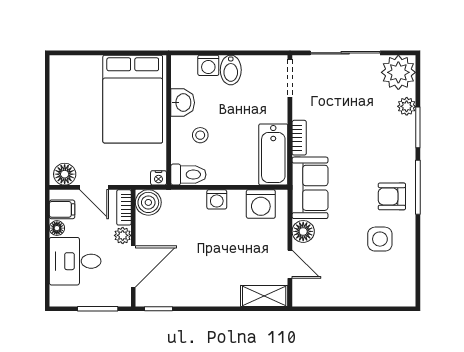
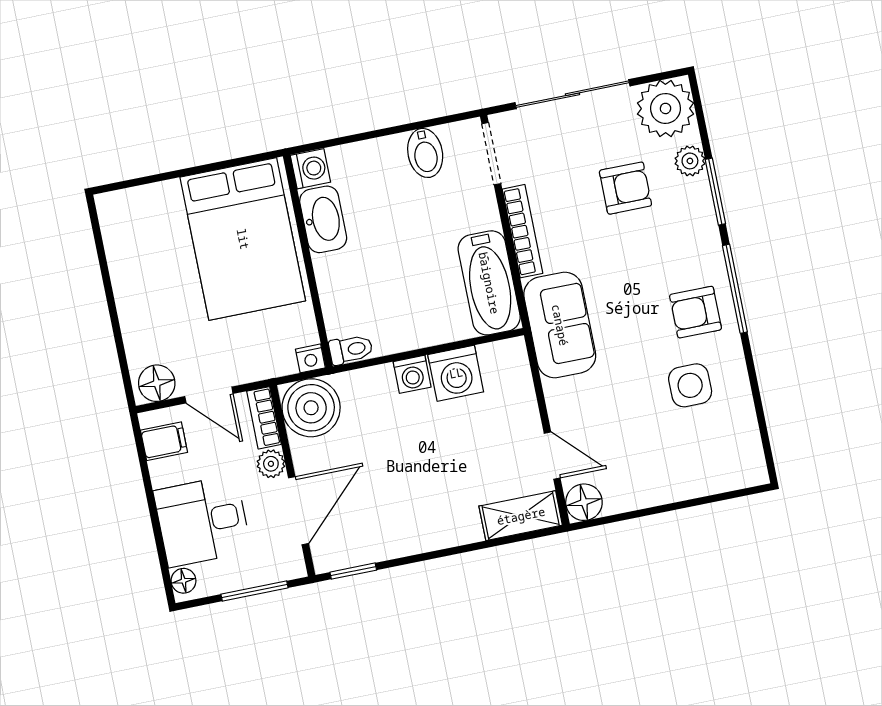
washing machine: (208, 65) -> (310, 169), moved, turned -90
bidet: (231, 70) -> (425, 153), moved
washbasin: (183, 103) -> (323, 219), width x1.38
armchair: (365, 115) -> (625, 188), added
stool: (200, 135) -> (364, 275), removed
bookcase: (299, 138) -> (523, 231), width x1.56
toilet: (188, 175) -> (351, 350), width x0.73, depth x0.72
boiler: (148, 202) -> (311, 408), width x1.37, depth x1.37
washing machine: (261, 204) -> (456, 373), moved
floor lamp: (57, 228) -> (184, 581), moved
floor lamp: (303, 231) -> (584, 502), moved

